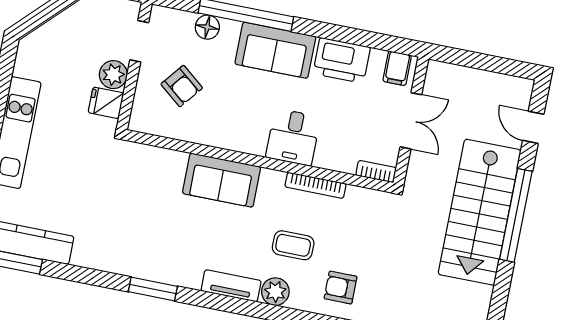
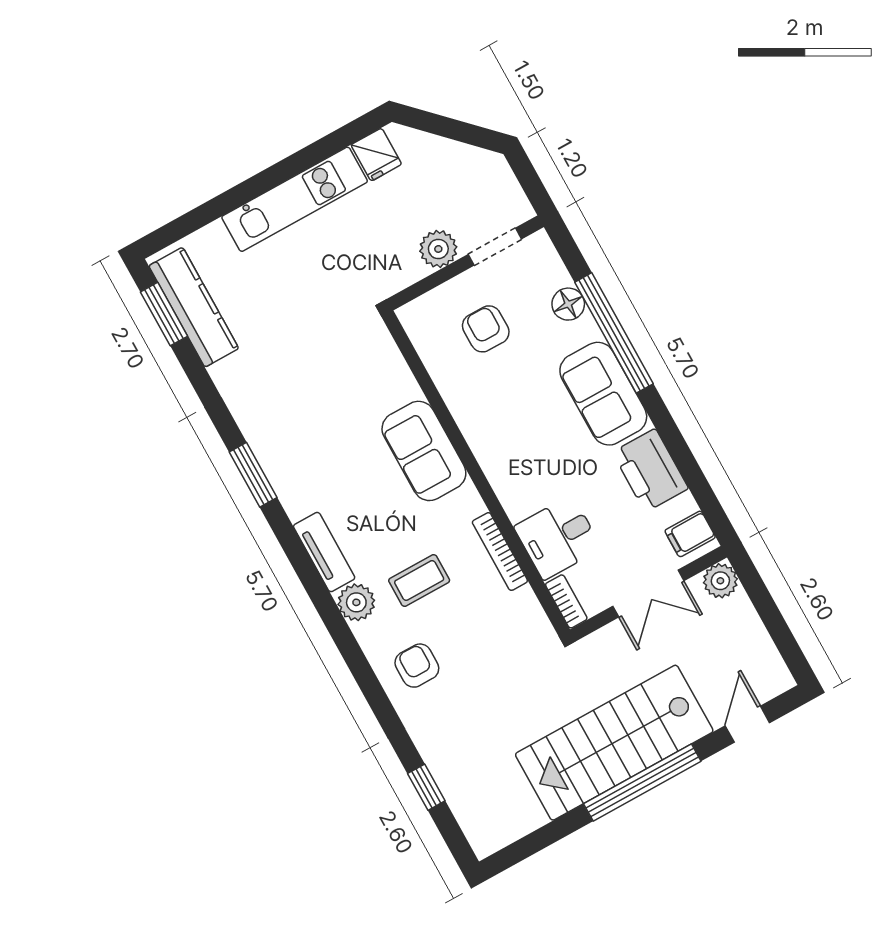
plant: (438, 74) -> (720, 581), added
armchair: (182, 86) -> (486, 329), turned 141
fridge: (106, 103) -> (376, 155), moved, turned 180
desk: (293, 137) -> (558, 538), moved
coffee table: (293, 245) -> (419, 580), turned 90

